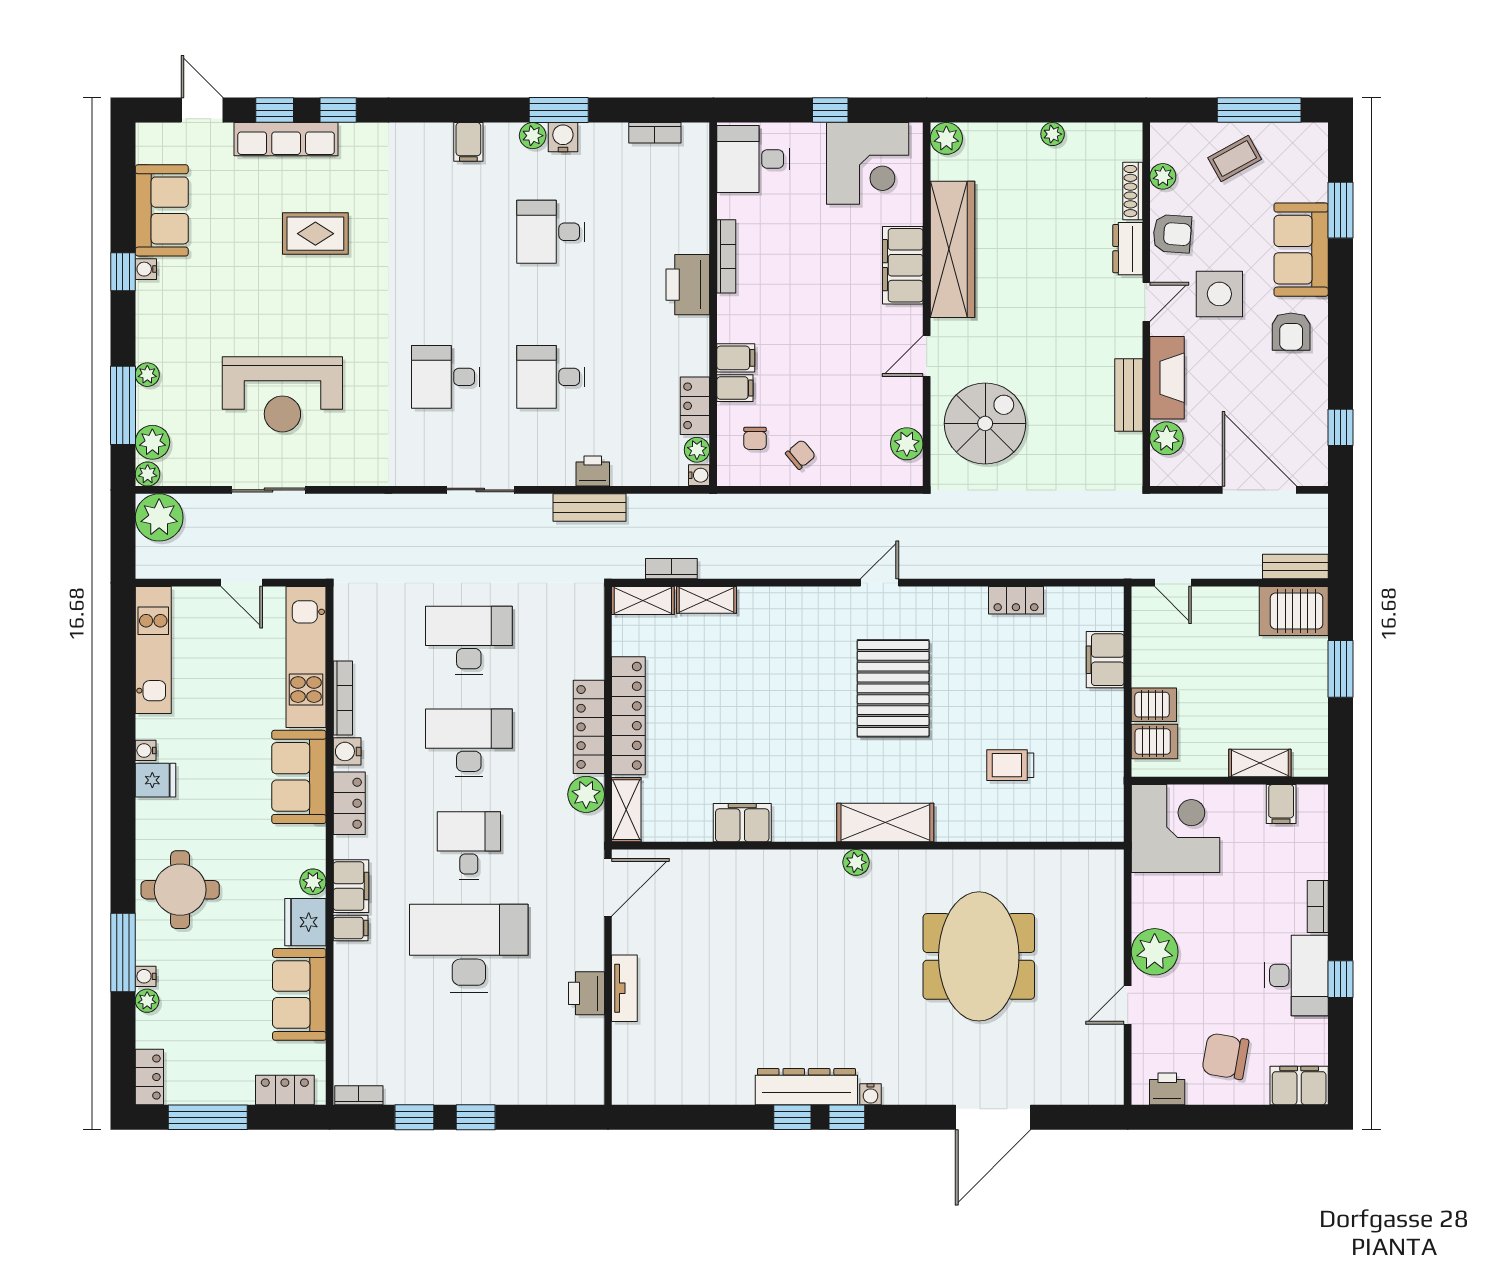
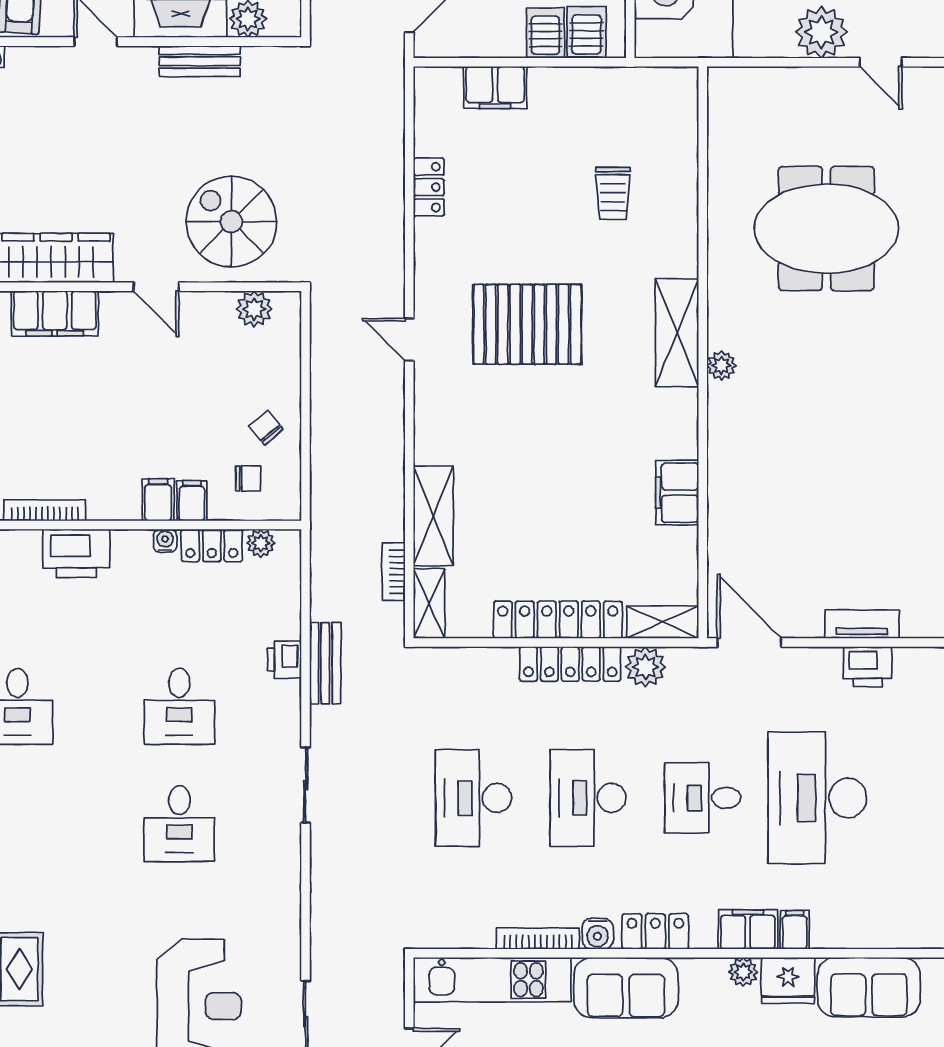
dresser: (1128, 249) -> (36, 62), removed
water cooler: (699, 475) -> (165, 541), moved
shelving: (707, 600) -> (433, 516), width x1.50, depth x1.33

